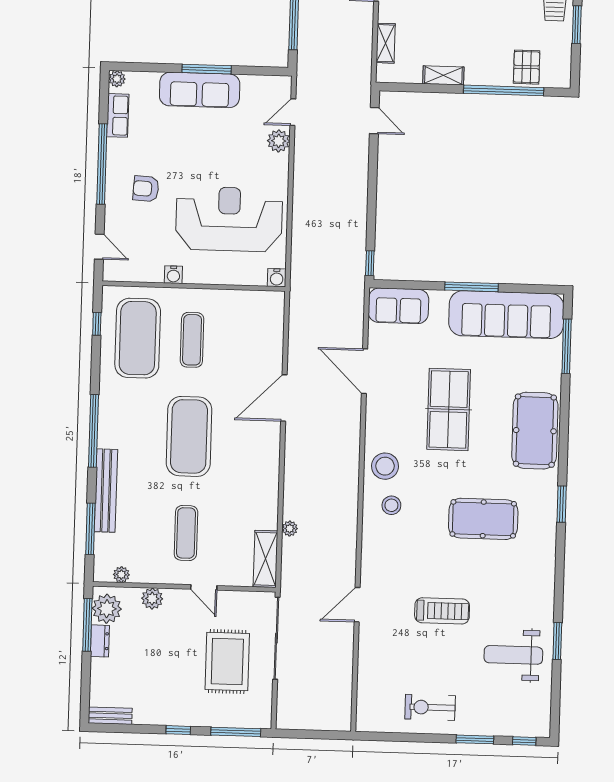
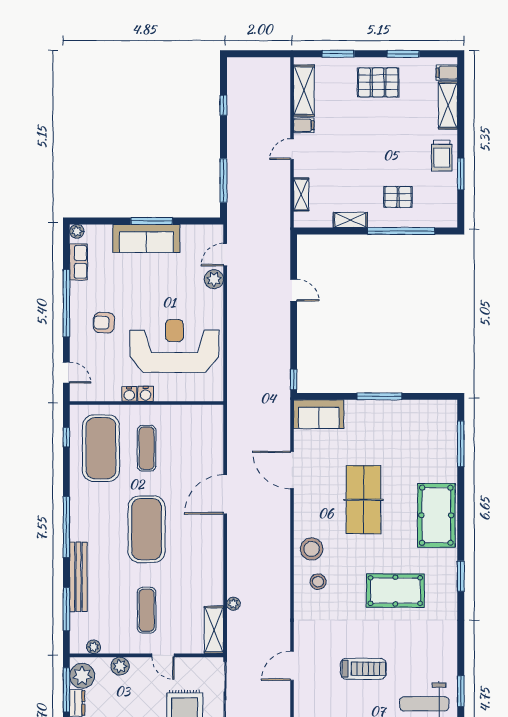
pallet: (527, 67) -> (398, 197), moved, turned 90
door: (374, 121) -> (294, 290), moved
water cooler: (277, 278) -> (146, 394), moved
sofa: (506, 315) -> (409, 419), removed

